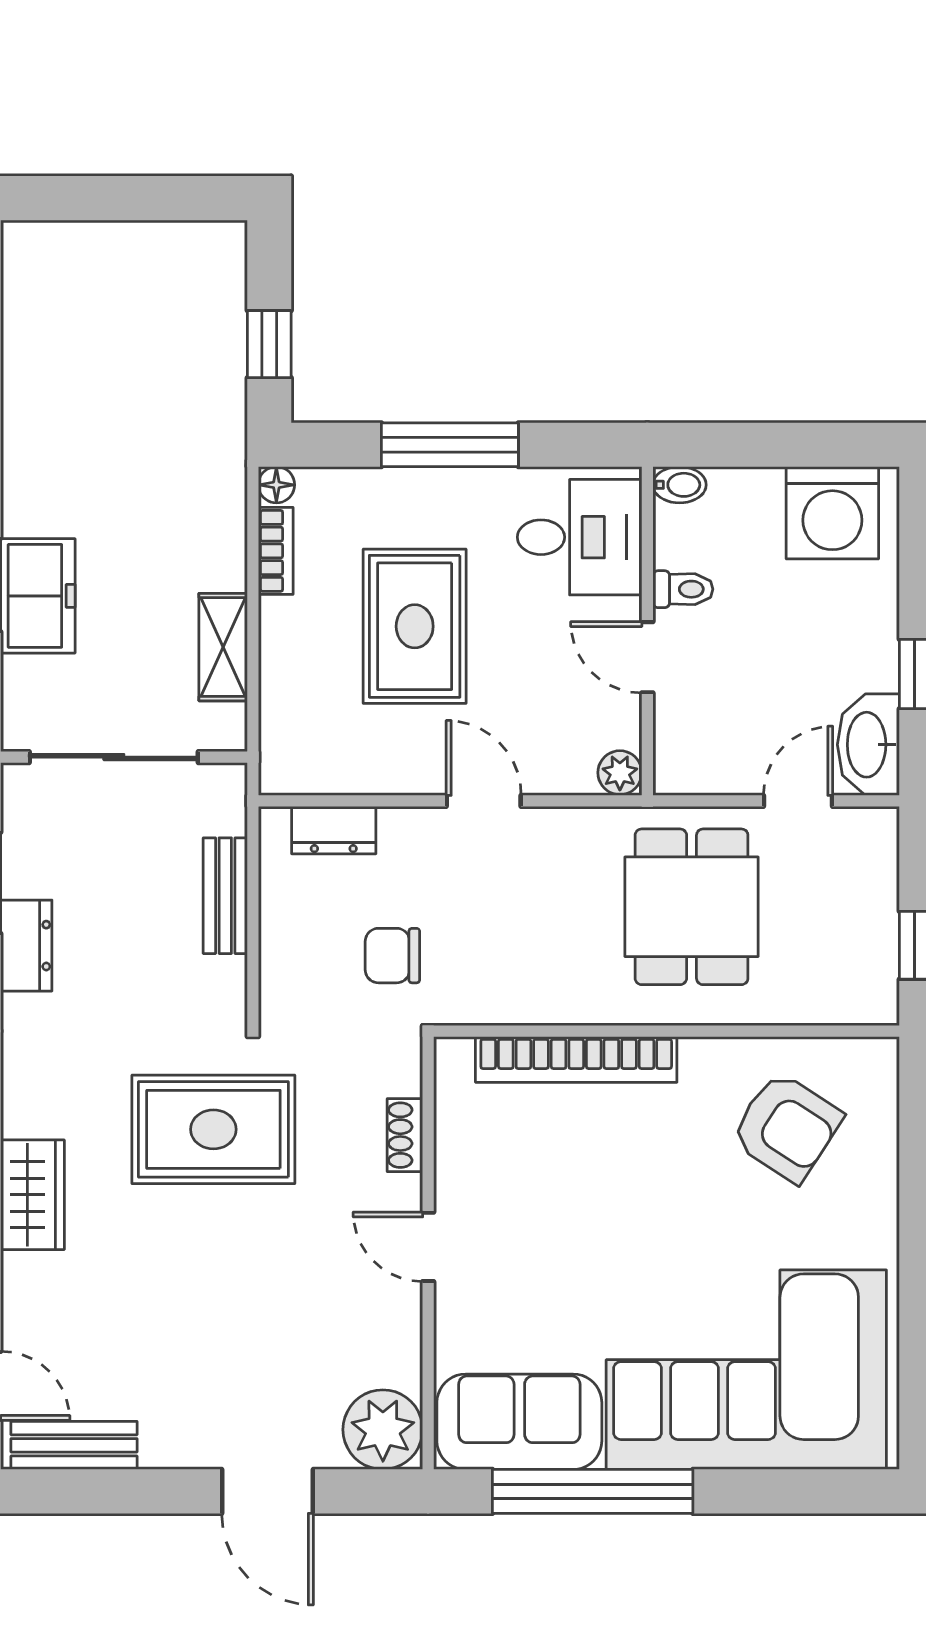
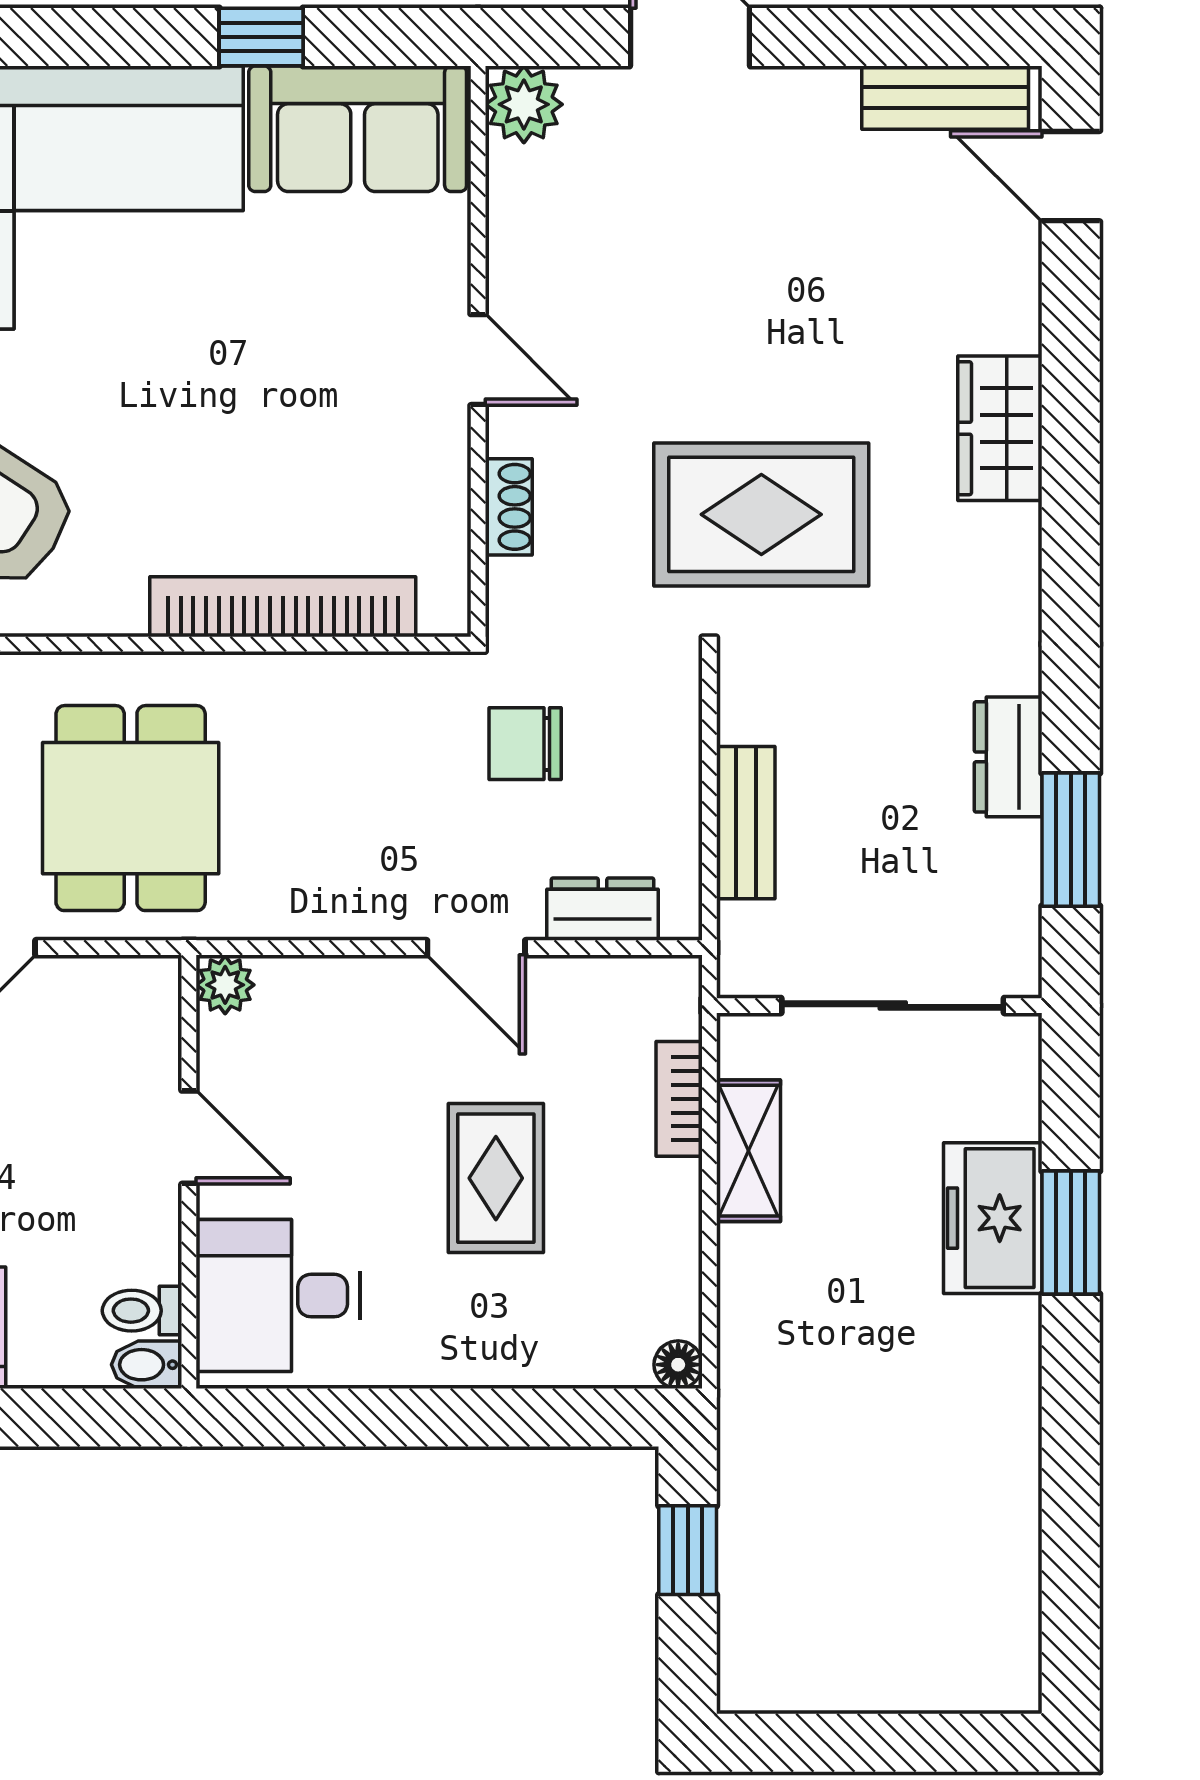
window: (450, 445) -> (449, 1418), removed
bookcase: (276, 551) -> (679, 1099), moved
toilet: (683, 589) -> (142, 1311), moved
rug: (415, 626) -> (496, 1178), width x0.73, depth x0.70
door: (484, 801) -> (476, 948), moved
chair: (392, 956) -> (525, 744), turned 180
plant: (383, 1430) -> (524, 104), width x0.73, depth x0.73
window: (593, 1491) -> (261, 37), width x0.32

